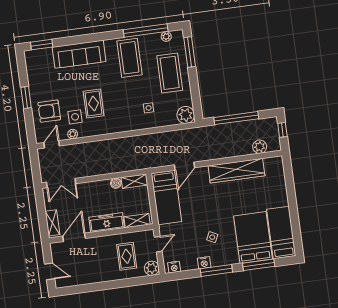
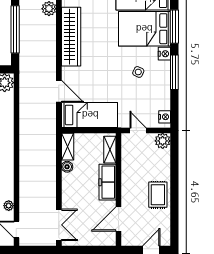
shelving: (52, 223) -> (100, 240), removed
door: (74, 237) -> (119, 219), hinge flipped
rug: (127, 256) -> (158, 195), moved, turned 90
nightstand: (204, 263) -> (164, 54), moved

